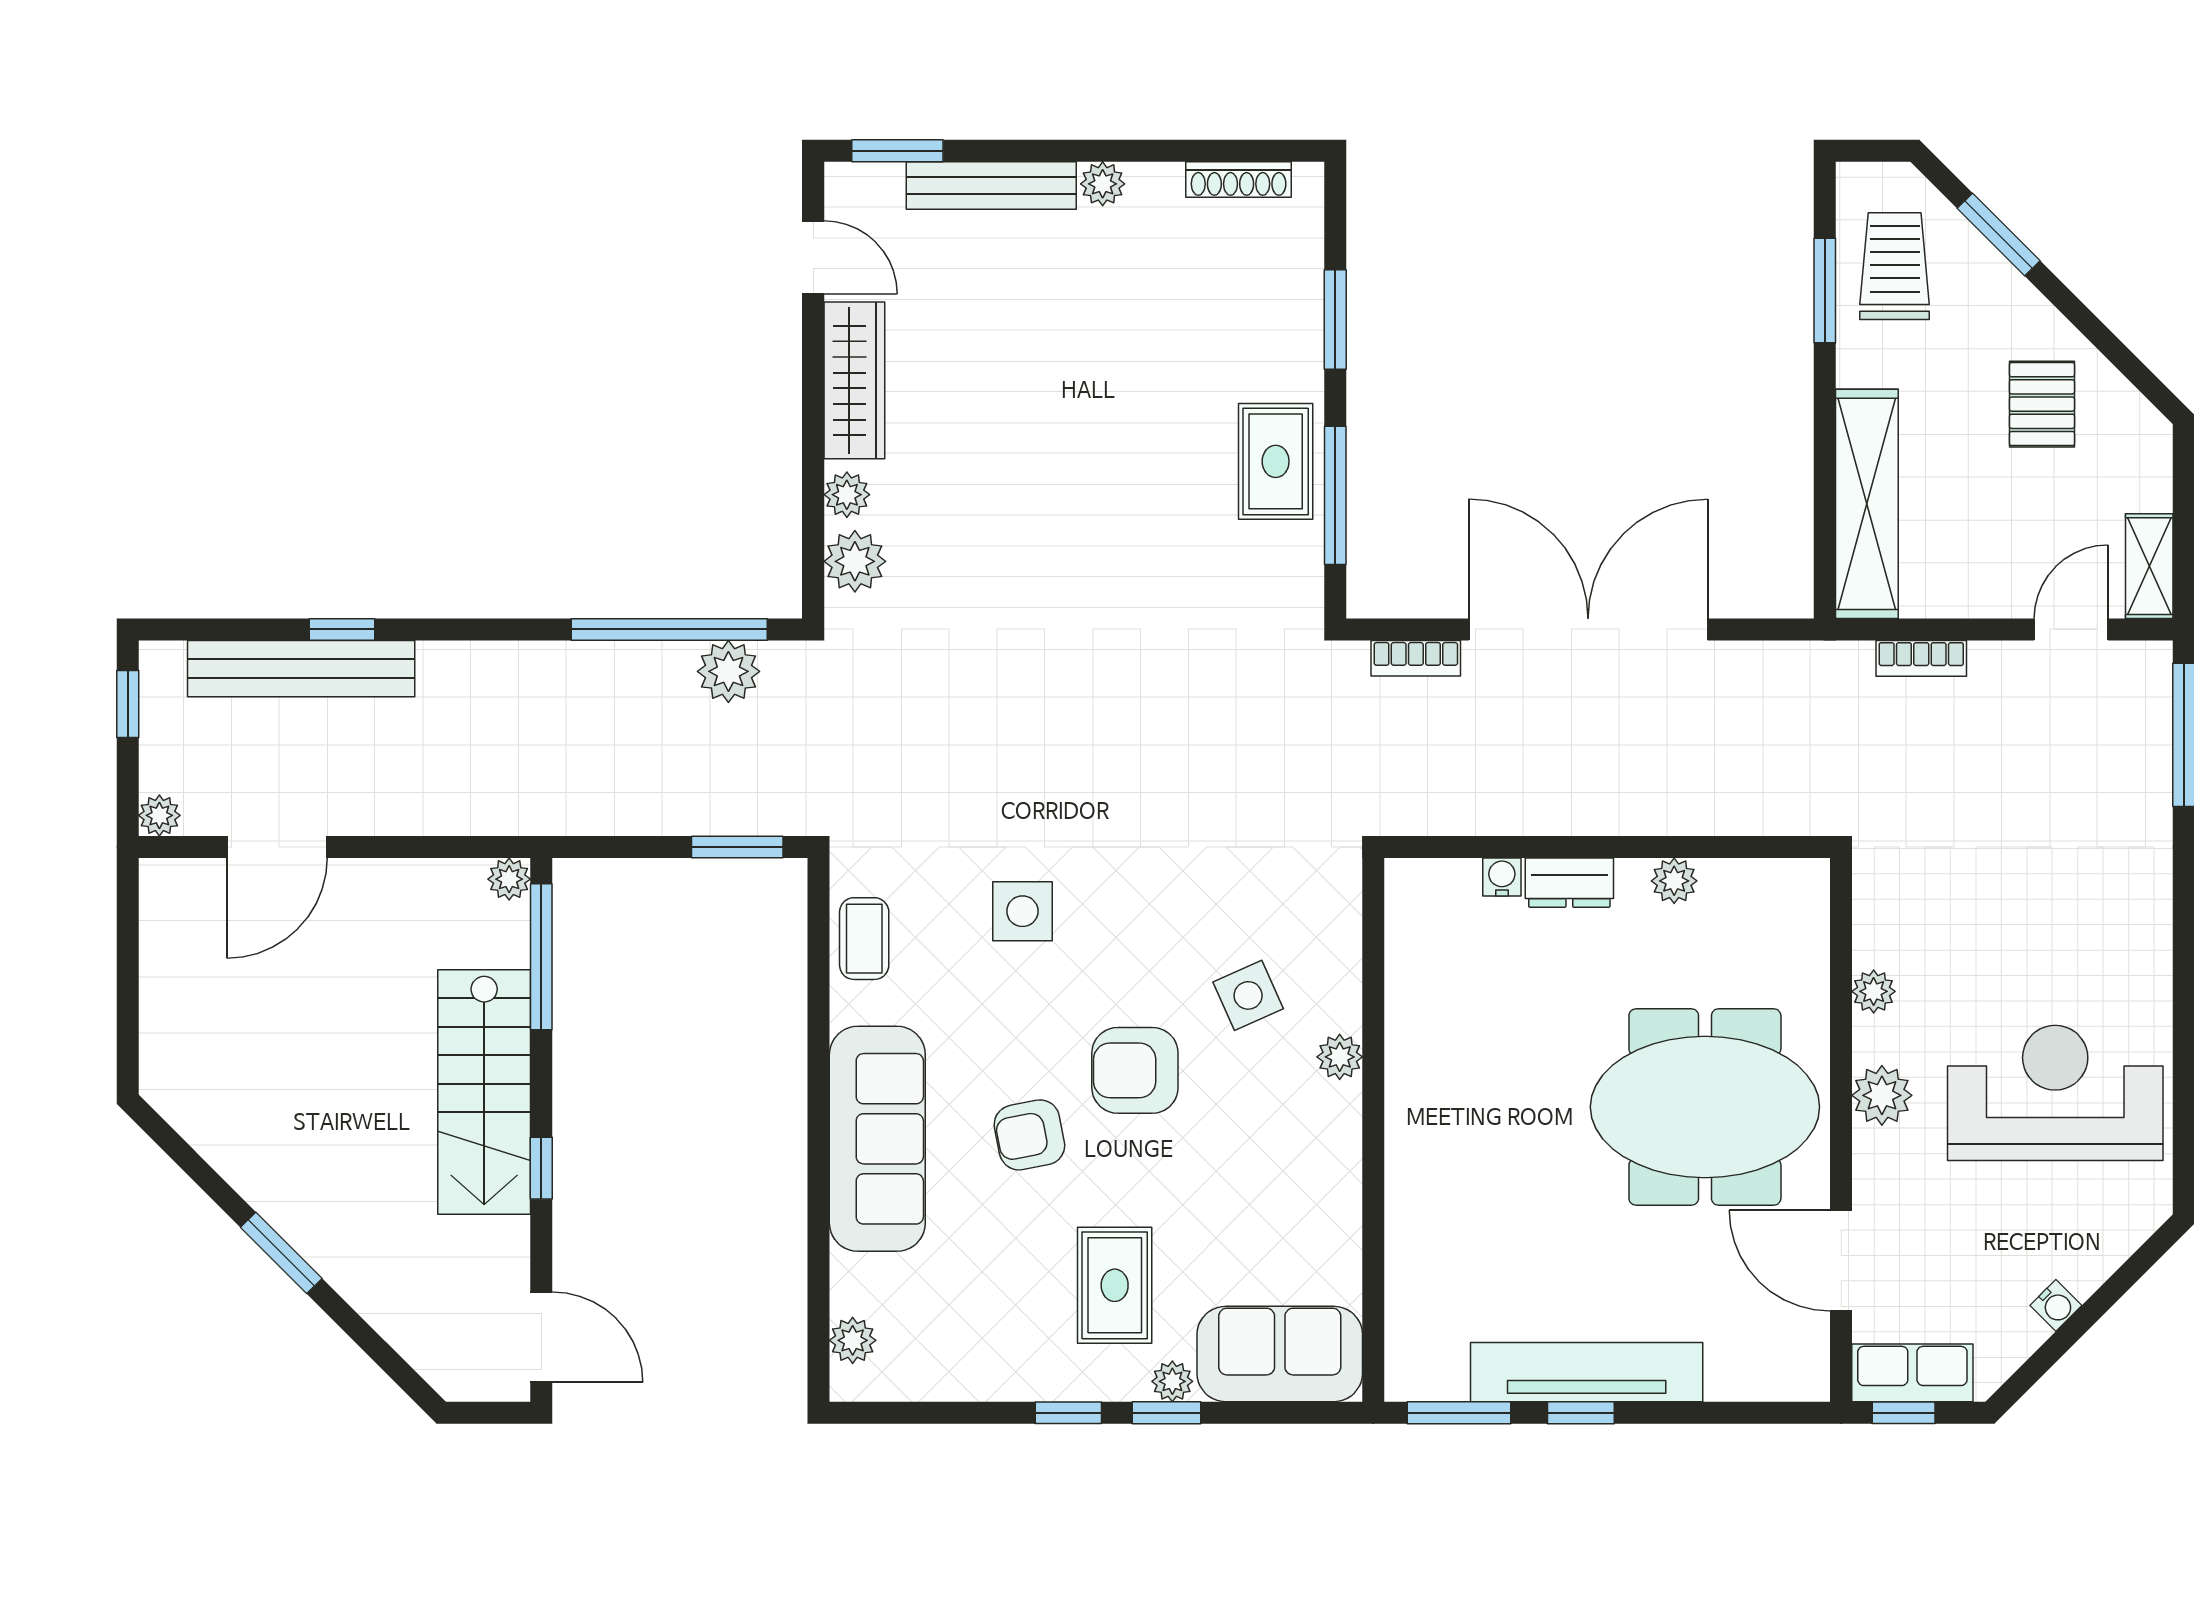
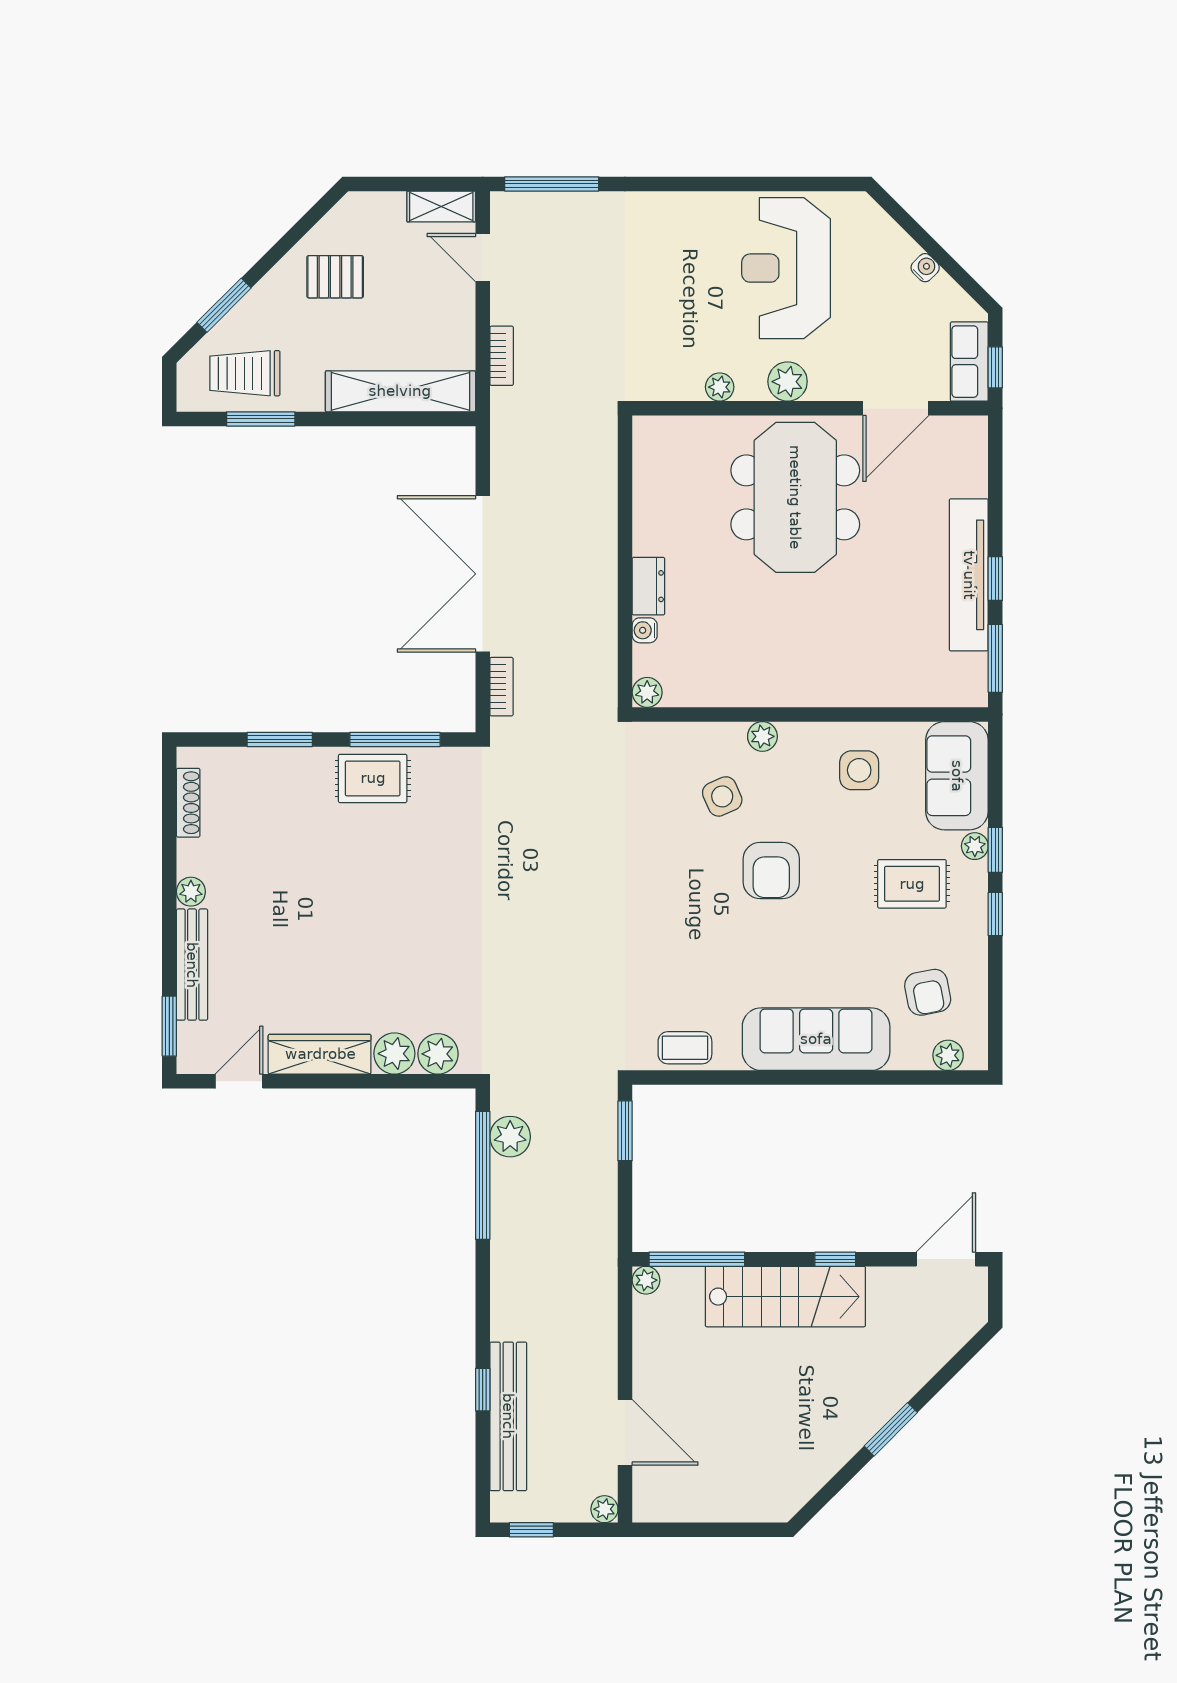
plant: (847, 495) -> (394, 1054), width x1.38, depth x1.38
plant: (1674, 881) -> (647, 692), moved
side table: (1022, 911) -> (859, 770), moved
armchair: (1029, 1135) -> (928, 992), moved

